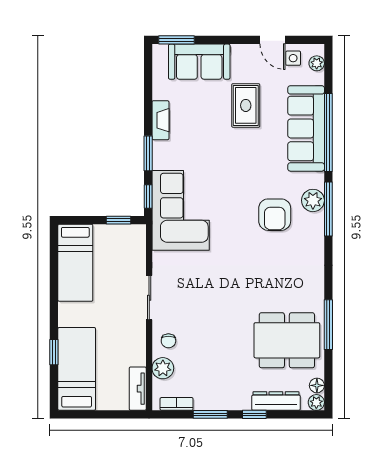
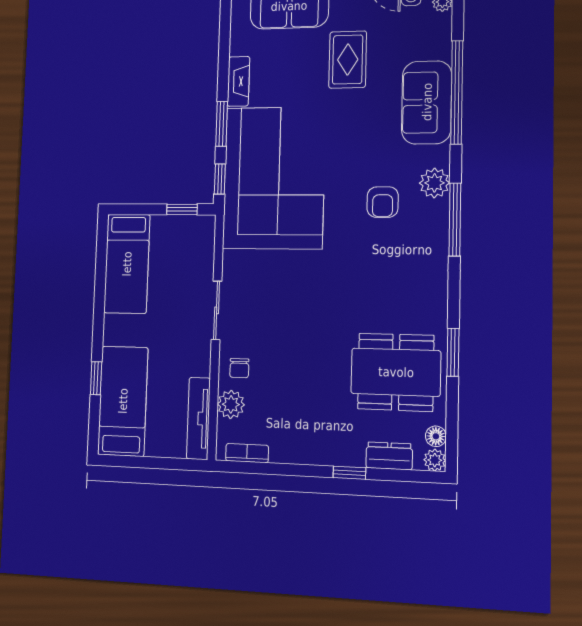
sofa: (306, 128) -> (427, 102), width x0.73
window: (328, 209) -> (455, 219), moved
corner sofa: (181, 210) -> (274, 178), width x1.36, depth x1.36
armchair: (275, 215) -> (383, 202), width x0.72, depth x0.72
window: (328, 325) -> (453, 352), width x0.69
tv unit: (138, 389) -> (198, 418), width x1.41
dresser: (276, 401) -> (389, 456), width x0.70
window: (210, 414) -> (291, 470), removed

